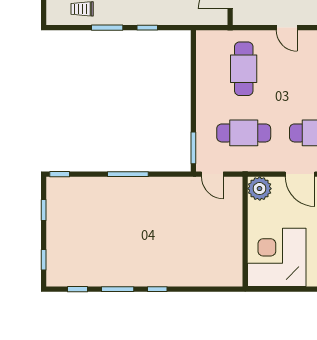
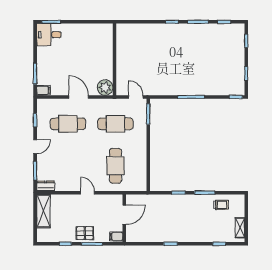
corner desk: (277, 257) -> (94, 43), removed

